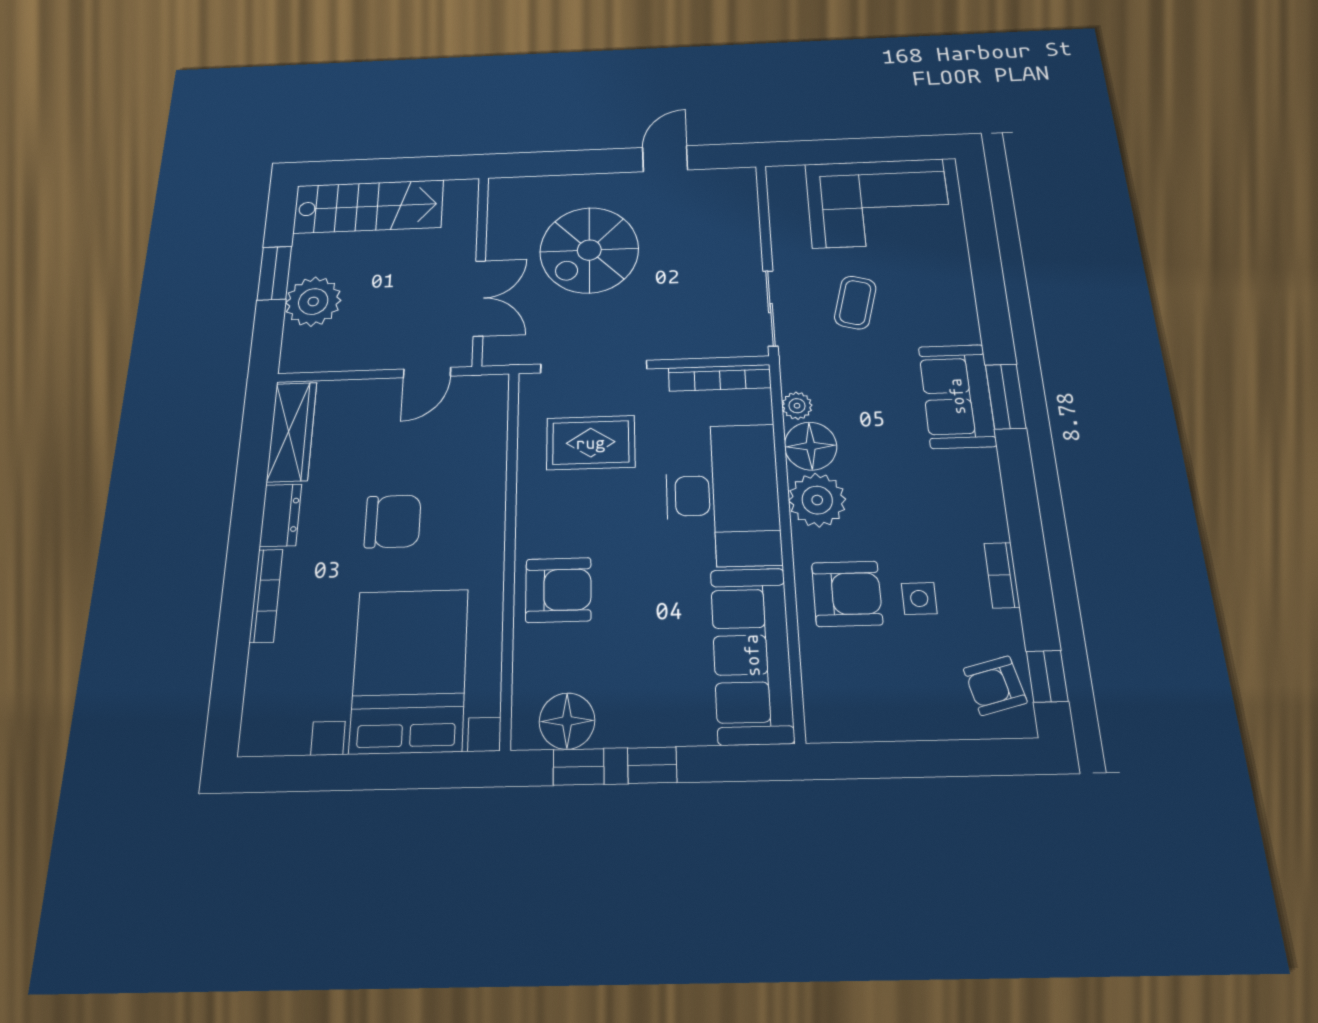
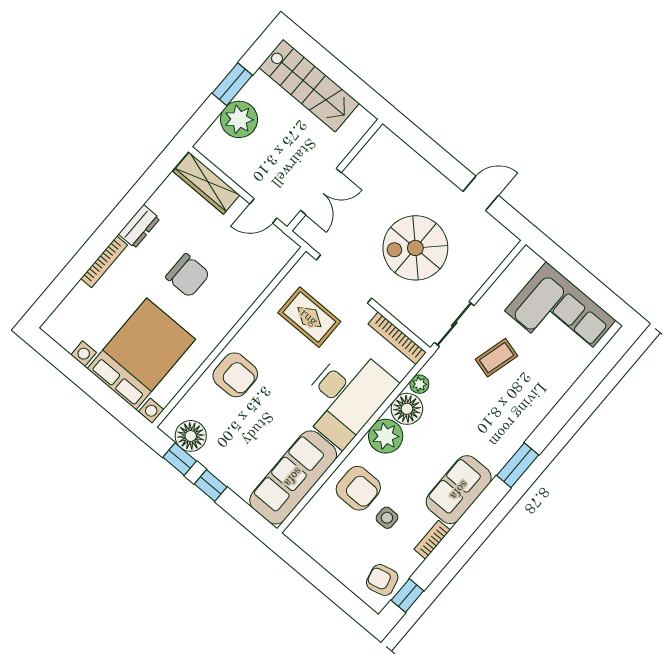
spiral stairs: (589, 250) -> (415, 248), moved
sofa: (957, 396) -> (459, 490), moved
wardrobe: (292, 432) -> (206, 183), moved, turned 90

